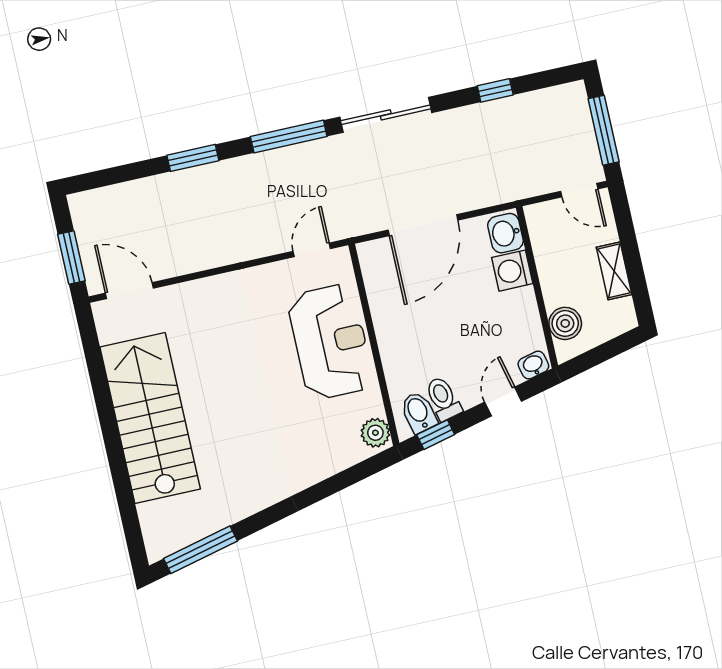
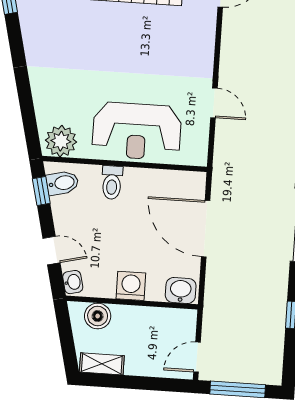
door: (312, 250) -> (214, 103), moved
washing machine: (512, 271) -> (131, 286), moved
shelving: (614, 271) -> (102, 364), moved
toilet: (443, 399) -> (112, 182), moved, turned 103
plant: (375, 433) -> (61, 141), width x1.36, depth x1.36

